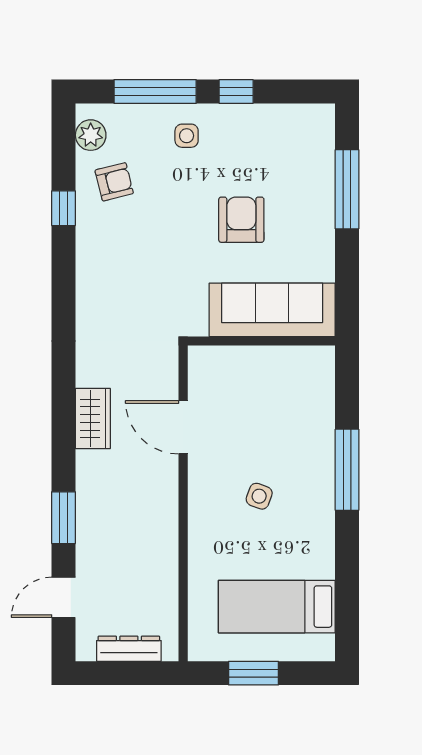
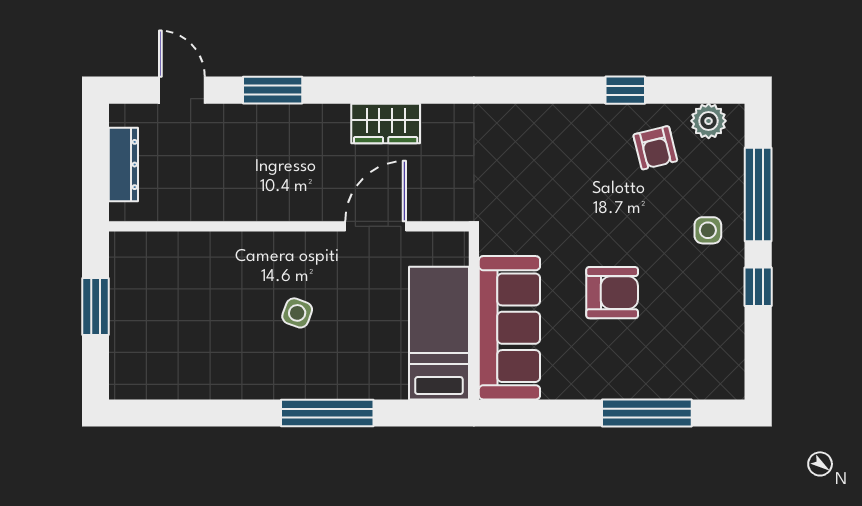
bed: (277, 607) -> (439, 333), moved

